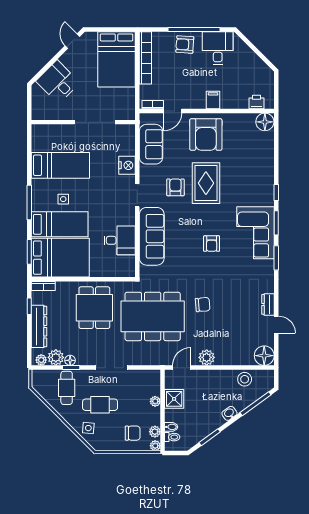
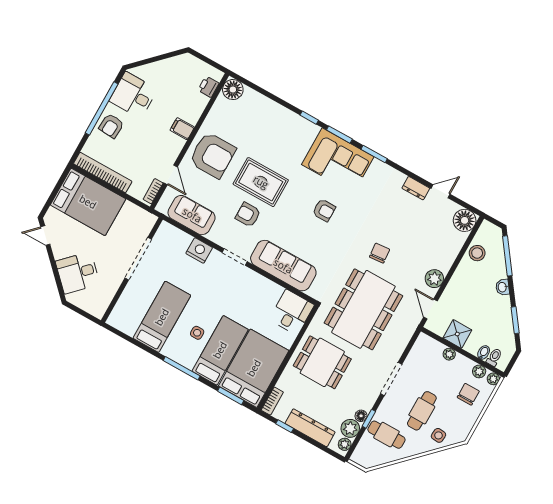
desk: (120, 240) -> (292, 312), moved

